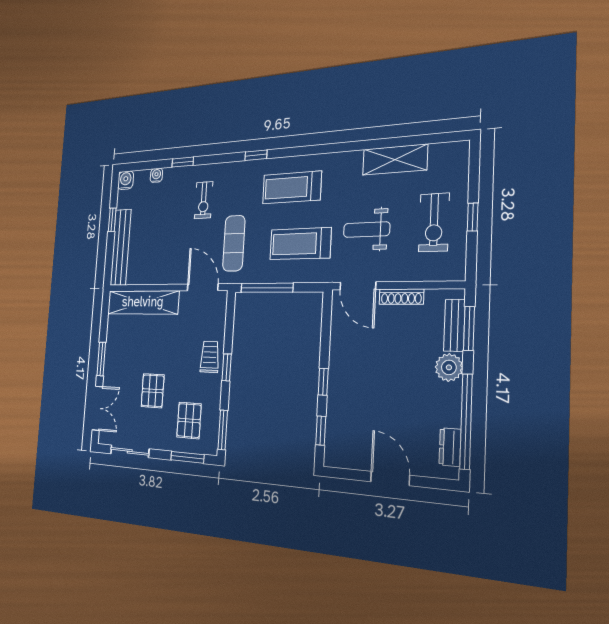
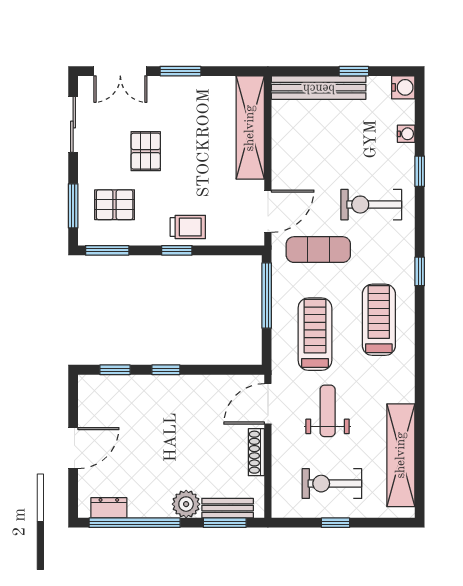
shelving: (395, 160) -> (401, 455), width x1.47
exercise bike: (204, 200) -> (371, 205), width x1.38, depth x1.39
pallet: (153, 391) -> (146, 151), turned 90

